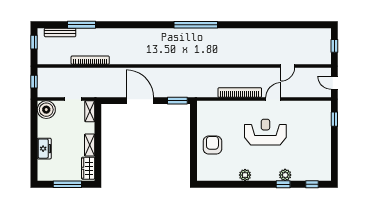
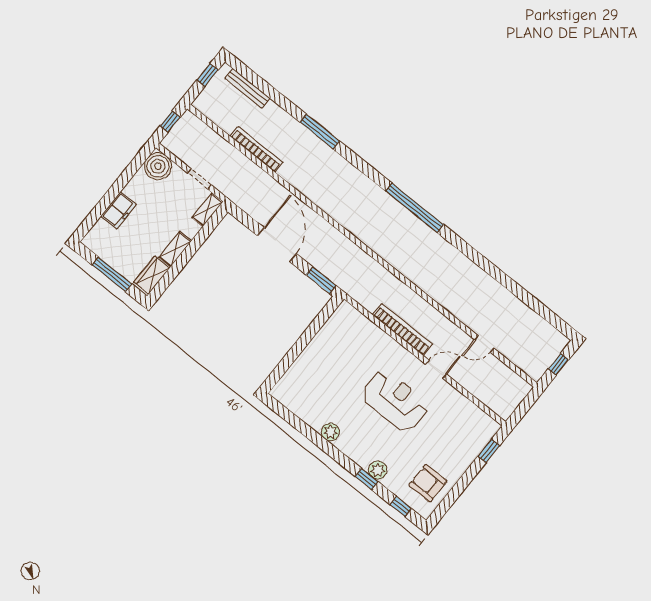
window: (81, 25) -> (320, 132), moved
door: (334, 83) -> (523, 408), removed
armchair: (212, 145) -> (428, 483), moved, turned -90

